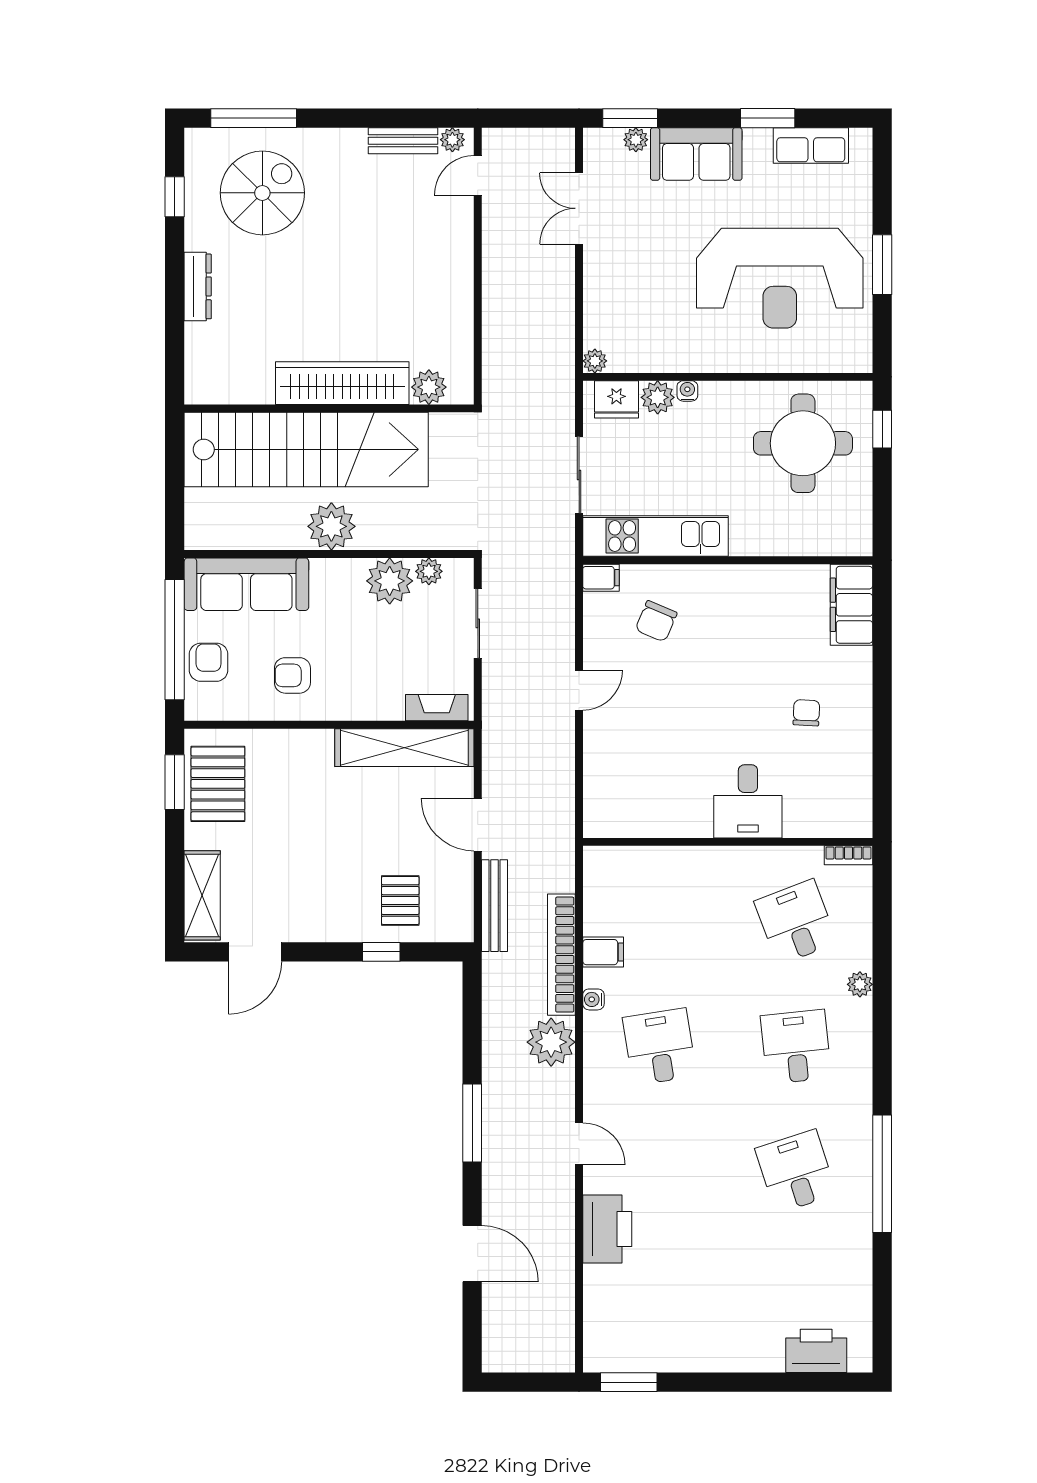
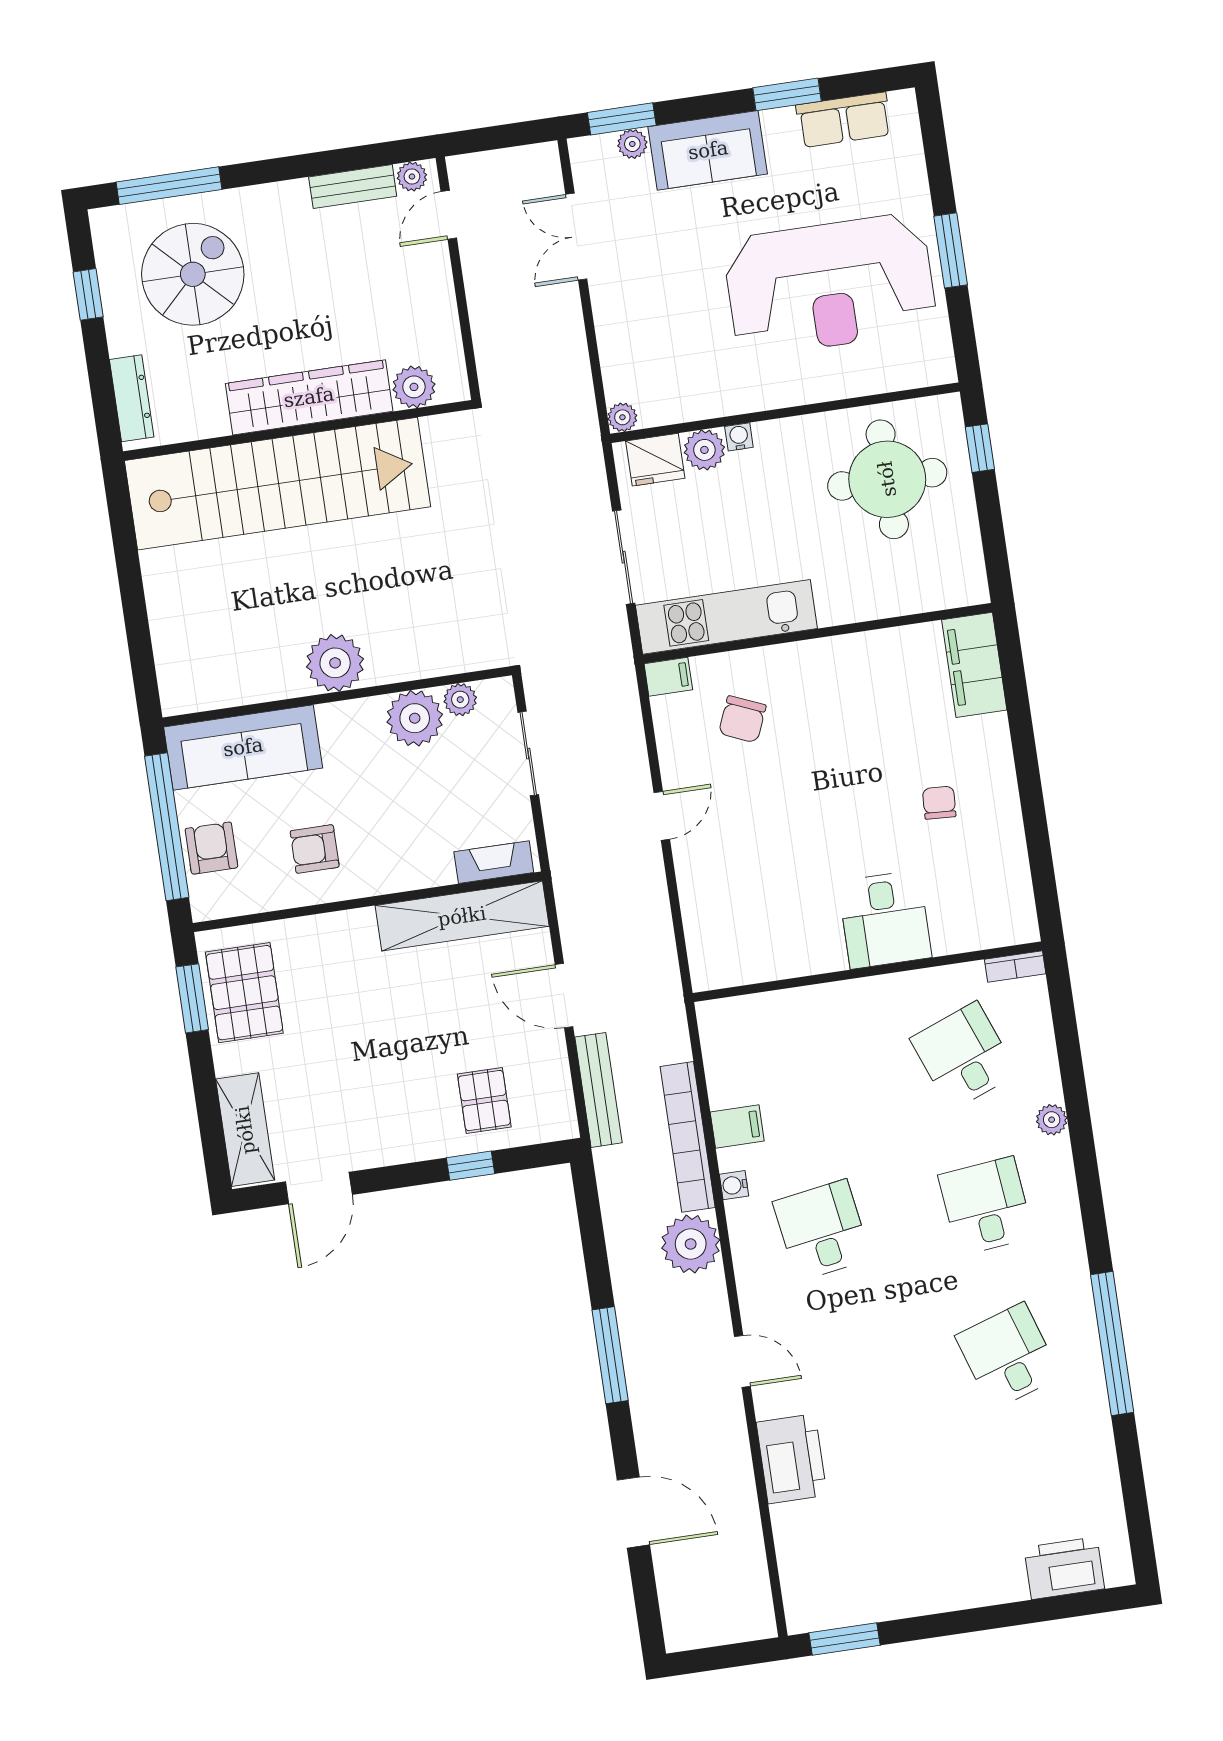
wardrobe: (342, 383) -> (309, 397), moved
plant: (429, 387) -> (414, 387), moved
wall: (329, 408) -> (298, 430), moved
stairs: (306, 449) -> (278, 484), moved

